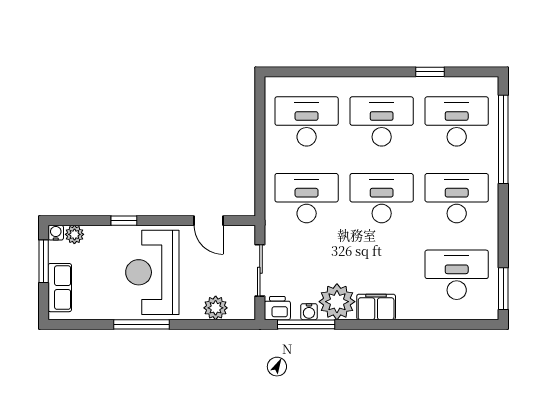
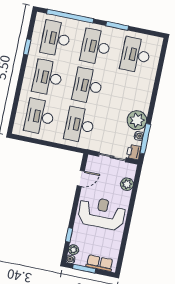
window: (124, 221) -> (69, 235), moved
reception desk: (152, 272) -> (102, 213), turned 180
window: (503, 289) -> (117, 26), moved
filing cabinet: (376, 307) -> (144, 100), removed
window: (141, 324) -> (127, 225), removed

